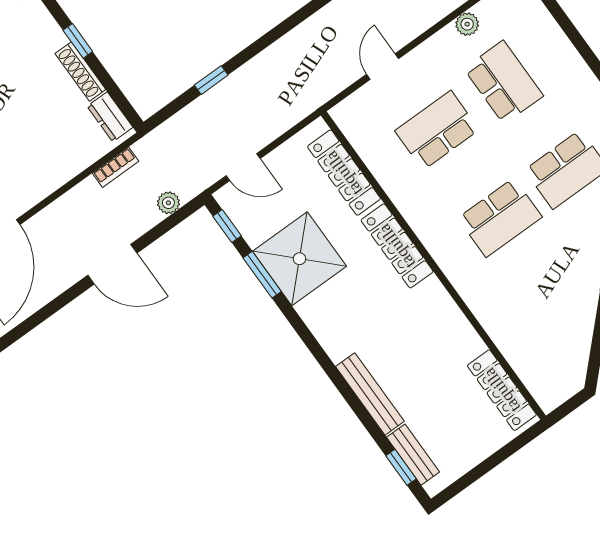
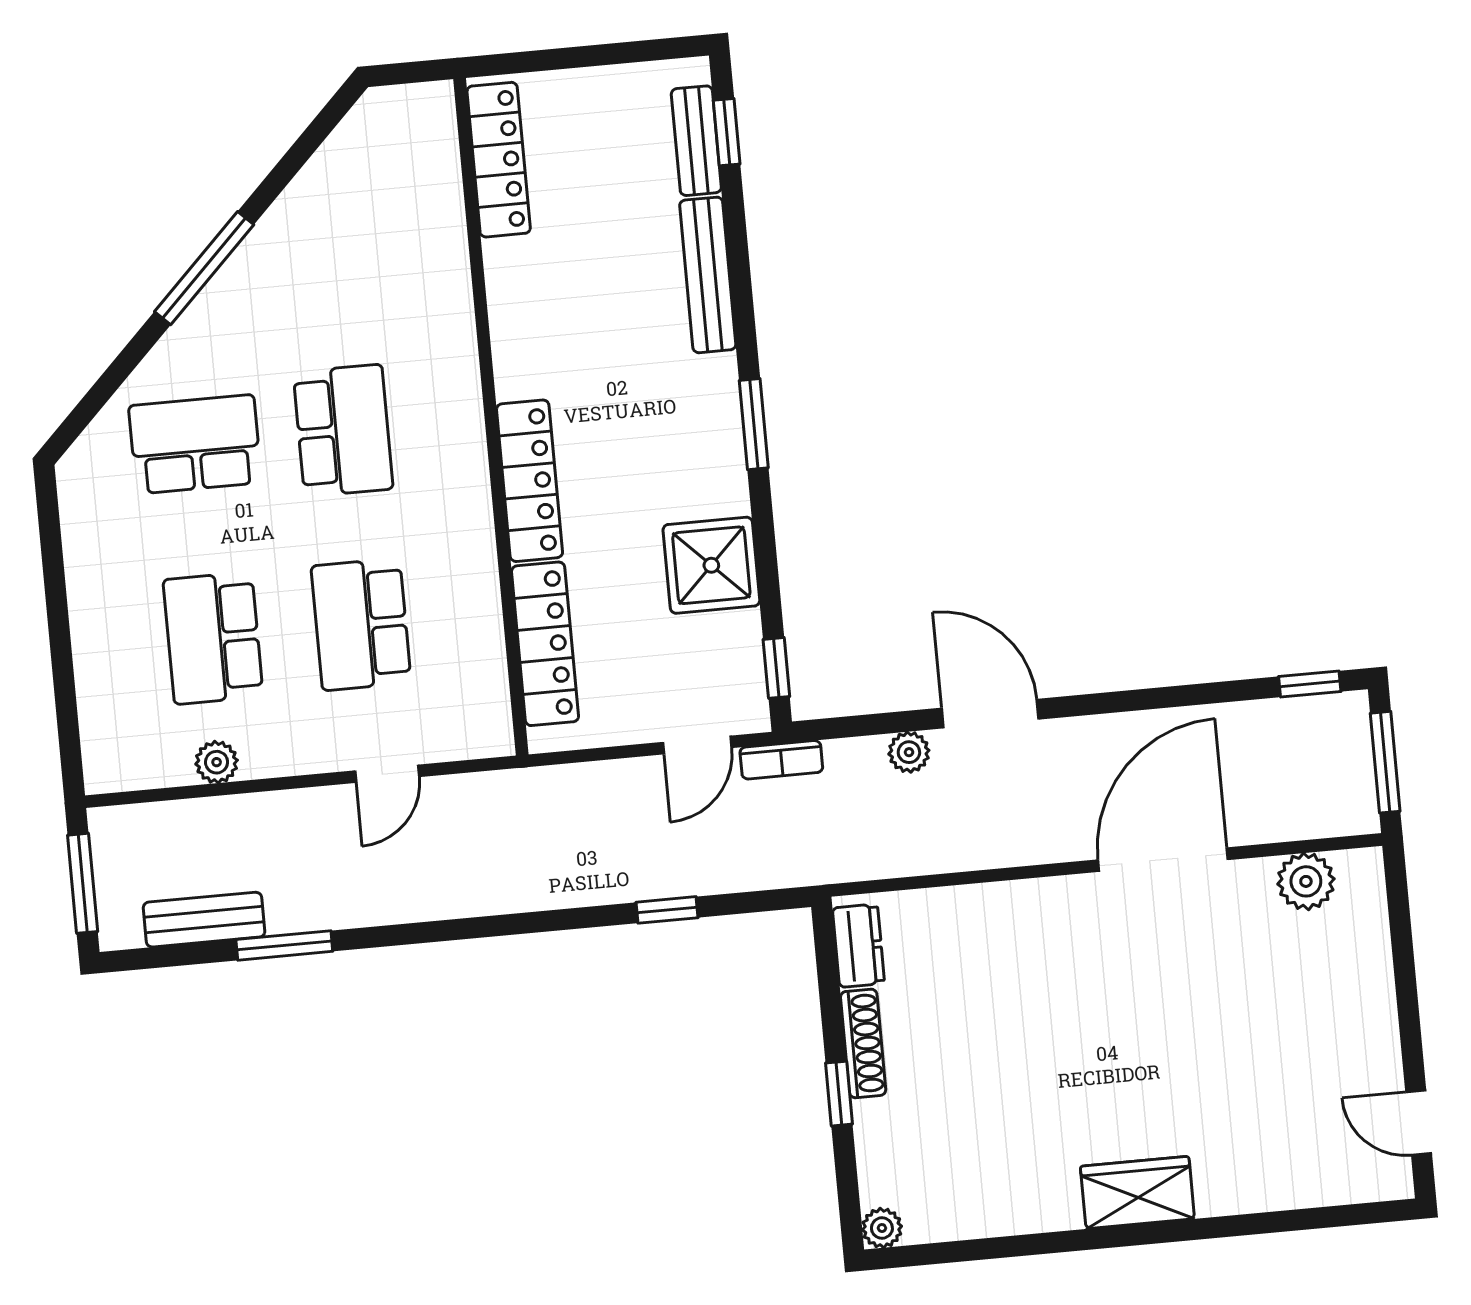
school desk: (437, 130) -> (361, 624), turned 90
bookcase: (116, 167) -> (781, 760), moved, turned 180
door: (243, 167) -> (697, 745), swing flipped
plant: (168, 203) -> (909, 752), moved
school desk: (500, 218) -> (343, 430), turned 90
shower: (299, 259) -> (711, 565), width x0.73, depth x0.73
window: (262, 275) -> (754, 424), moved

